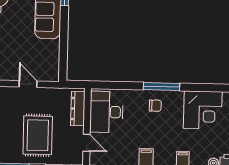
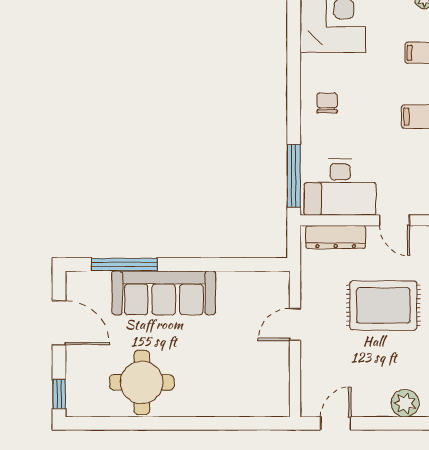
window: (161, 87) -> (294, 176), moved
door: (87, 143) -> (394, 220), swing flipped

